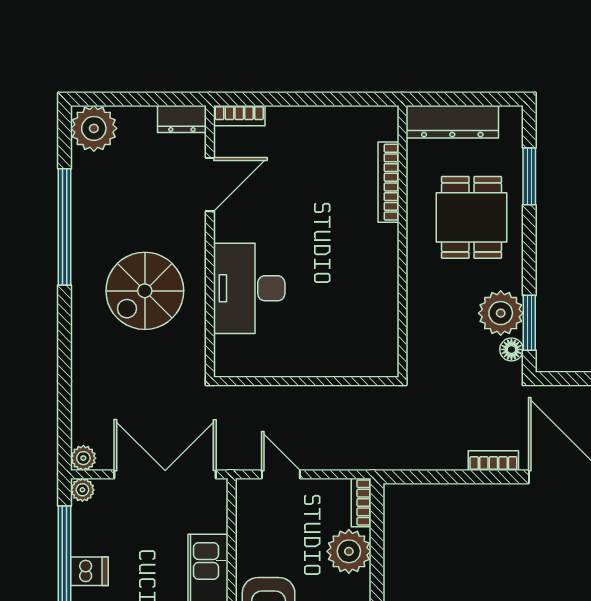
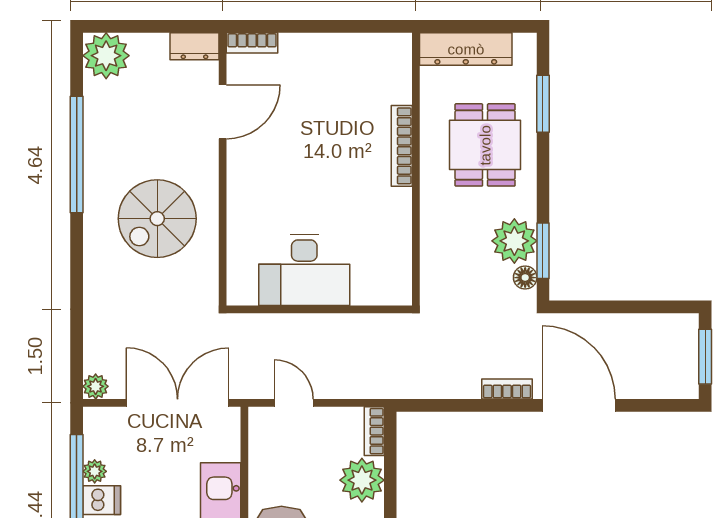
bookcase: (388, 182) -> (402, 146), moved
desk: (249, 288) -> (304, 270), moved, turned -90
plant: (82, 490) -> (95, 471), moved

